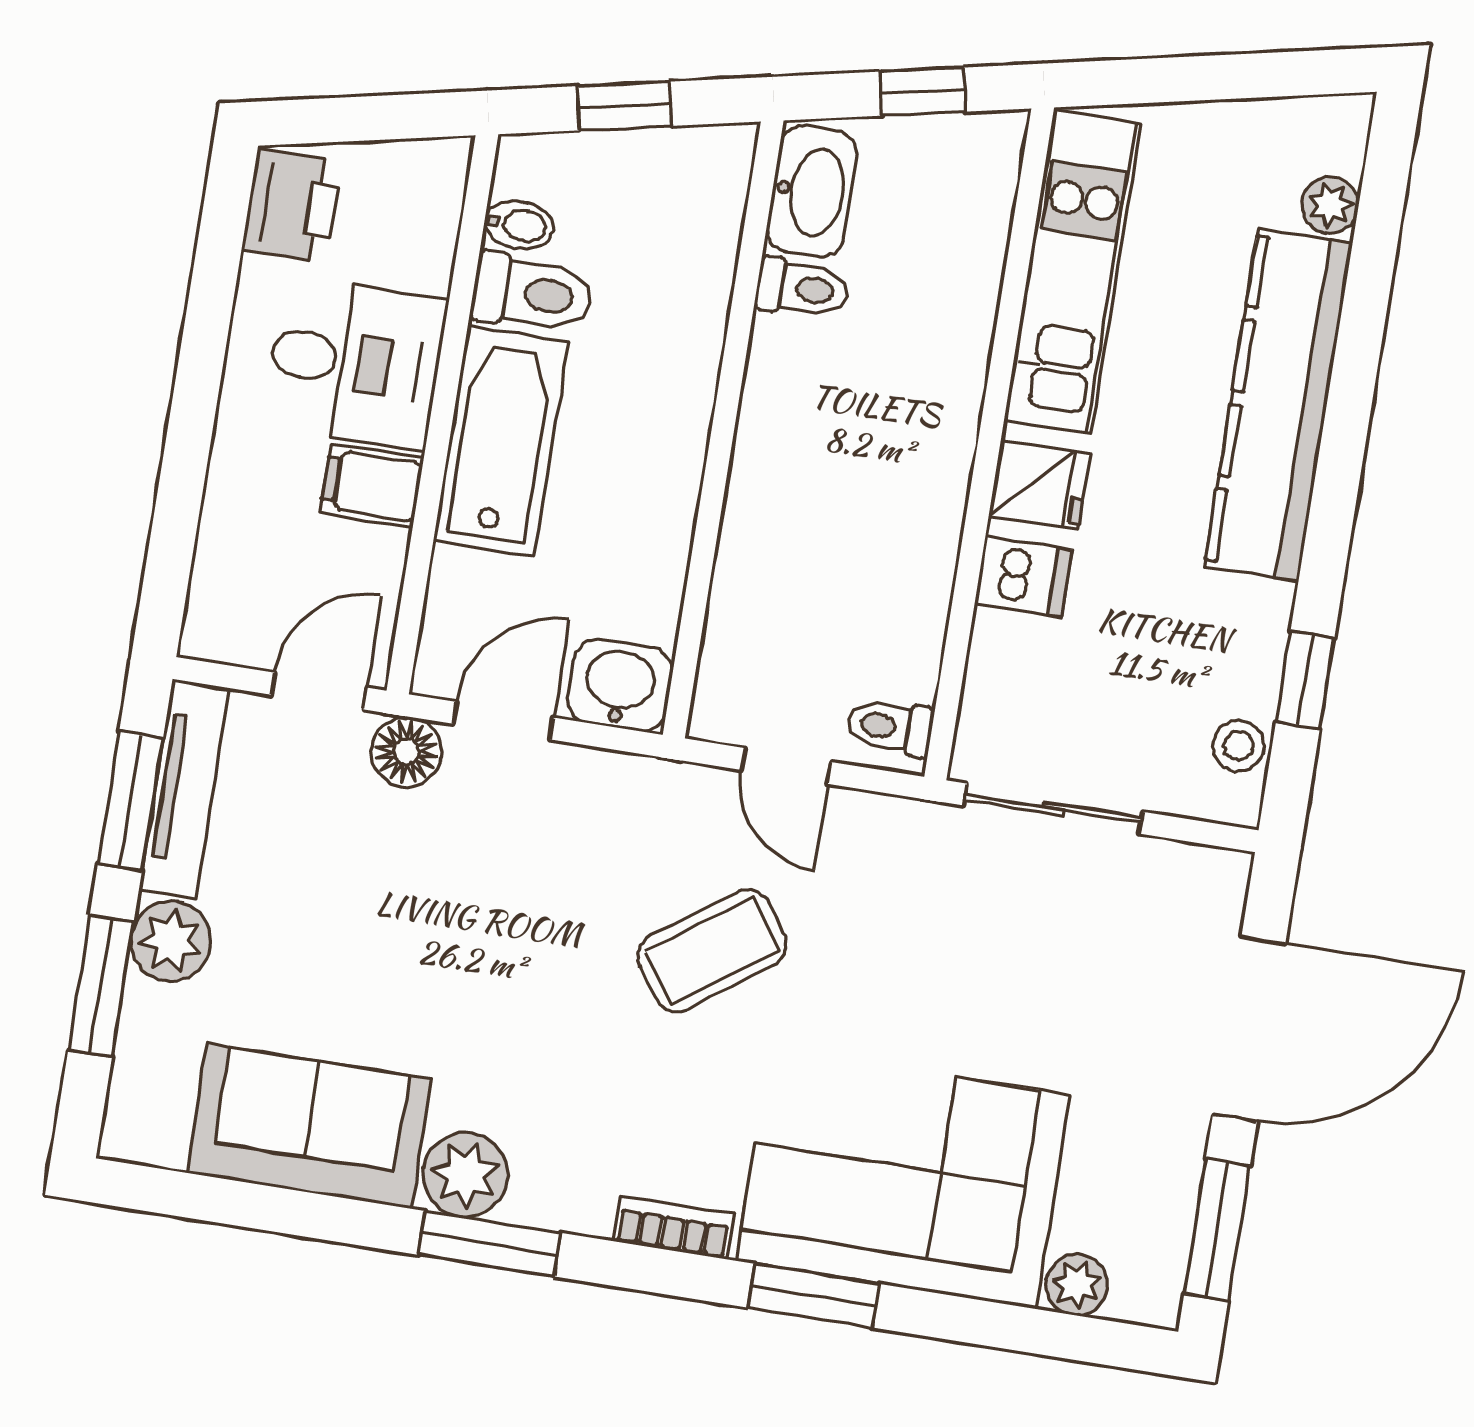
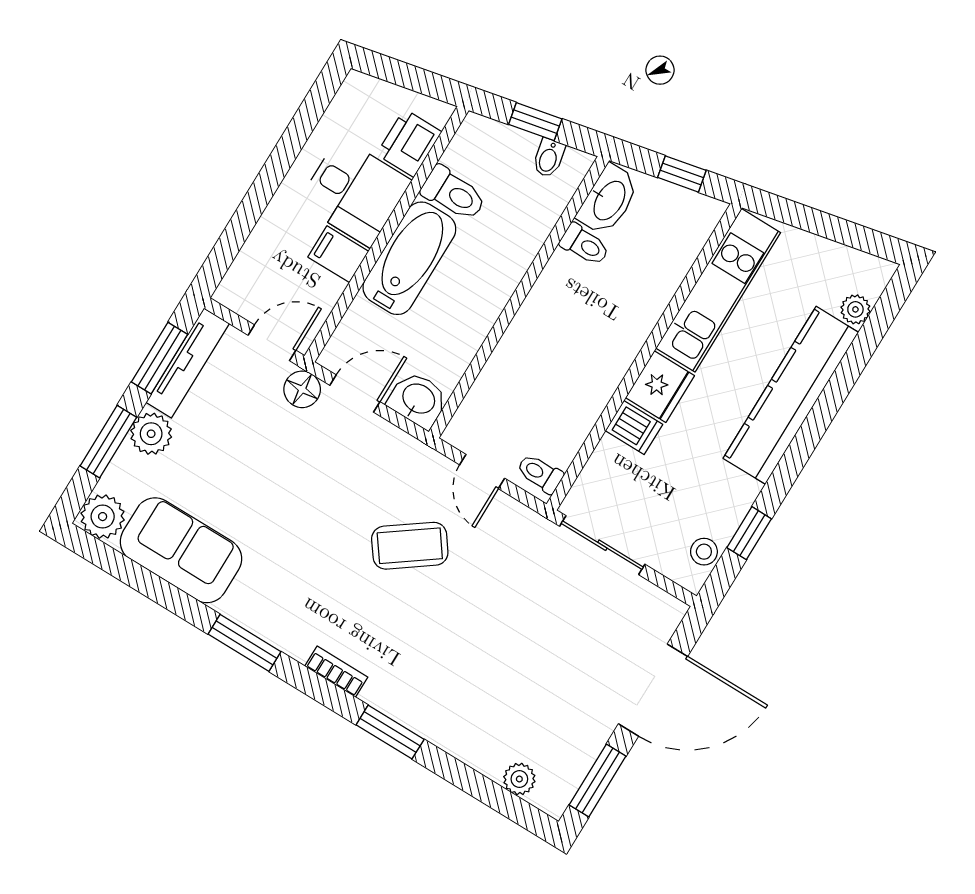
printer: (292, 206) -> (409, 143), moved, turned 180
bidet: (519, 225) -> (549, 158), moved, turned 78
fridge: (1040, 485) -> (660, 387), width x1.38
plant: (465, 1175) -> (103, 517), moved
corner sofa: (903, 1178) -> (457, 693), removed

